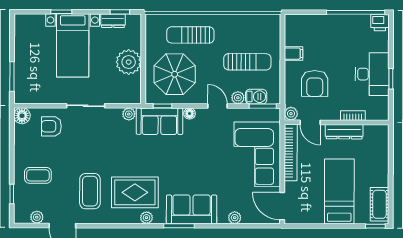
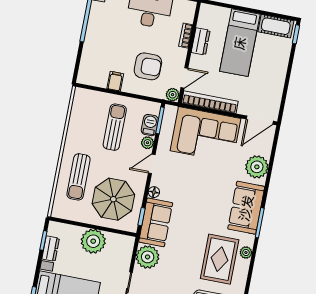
plant: (129, 114) -> (148, 257), width x1.87, depth x1.87
dresser: (344, 132) -> (201, 41), width x0.70
bed: (339, 191) -> (240, 43), moved, turned -90
plant: (235, 218) -> (257, 167), width x1.87, depth x1.87

